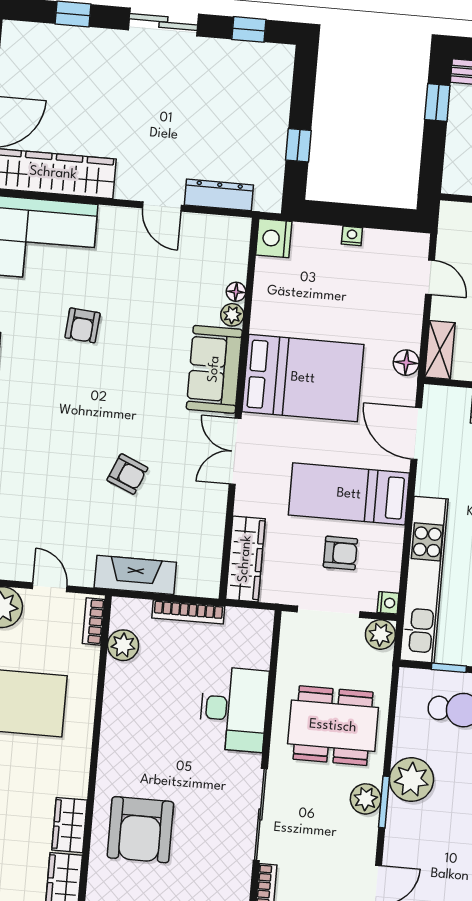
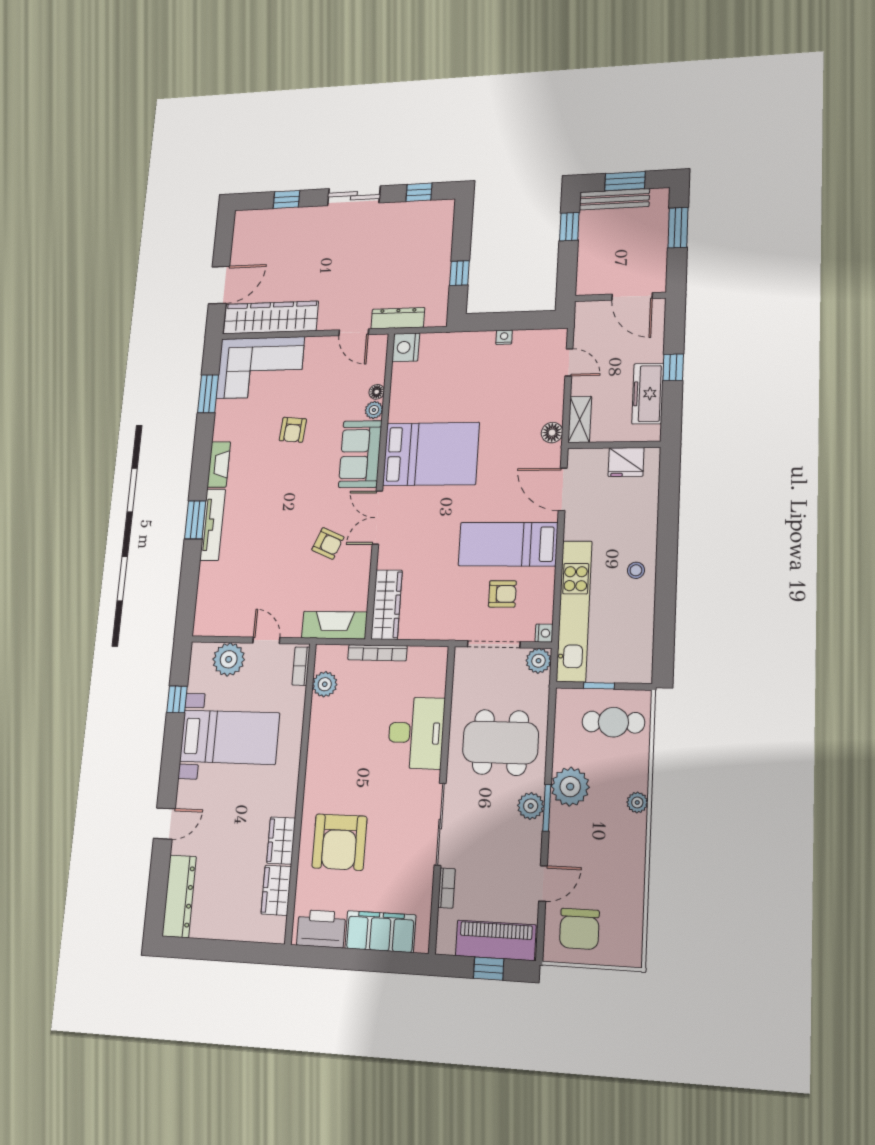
nightstand: (274, 238) -> (406, 347), moved
floor lamp: (236, 292) -> (377, 392), moved
plant: (232, 315) -> (374, 410), moved
sofa: (214, 369) -> (360, 454), moved
bed: (303, 378) -> (431, 454), moved
wall: (239, 409) -> (380, 483), moved
double door: (235, 451) -> (377, 518), moved
wardrobe: (245, 559) -> (387, 605), moved

